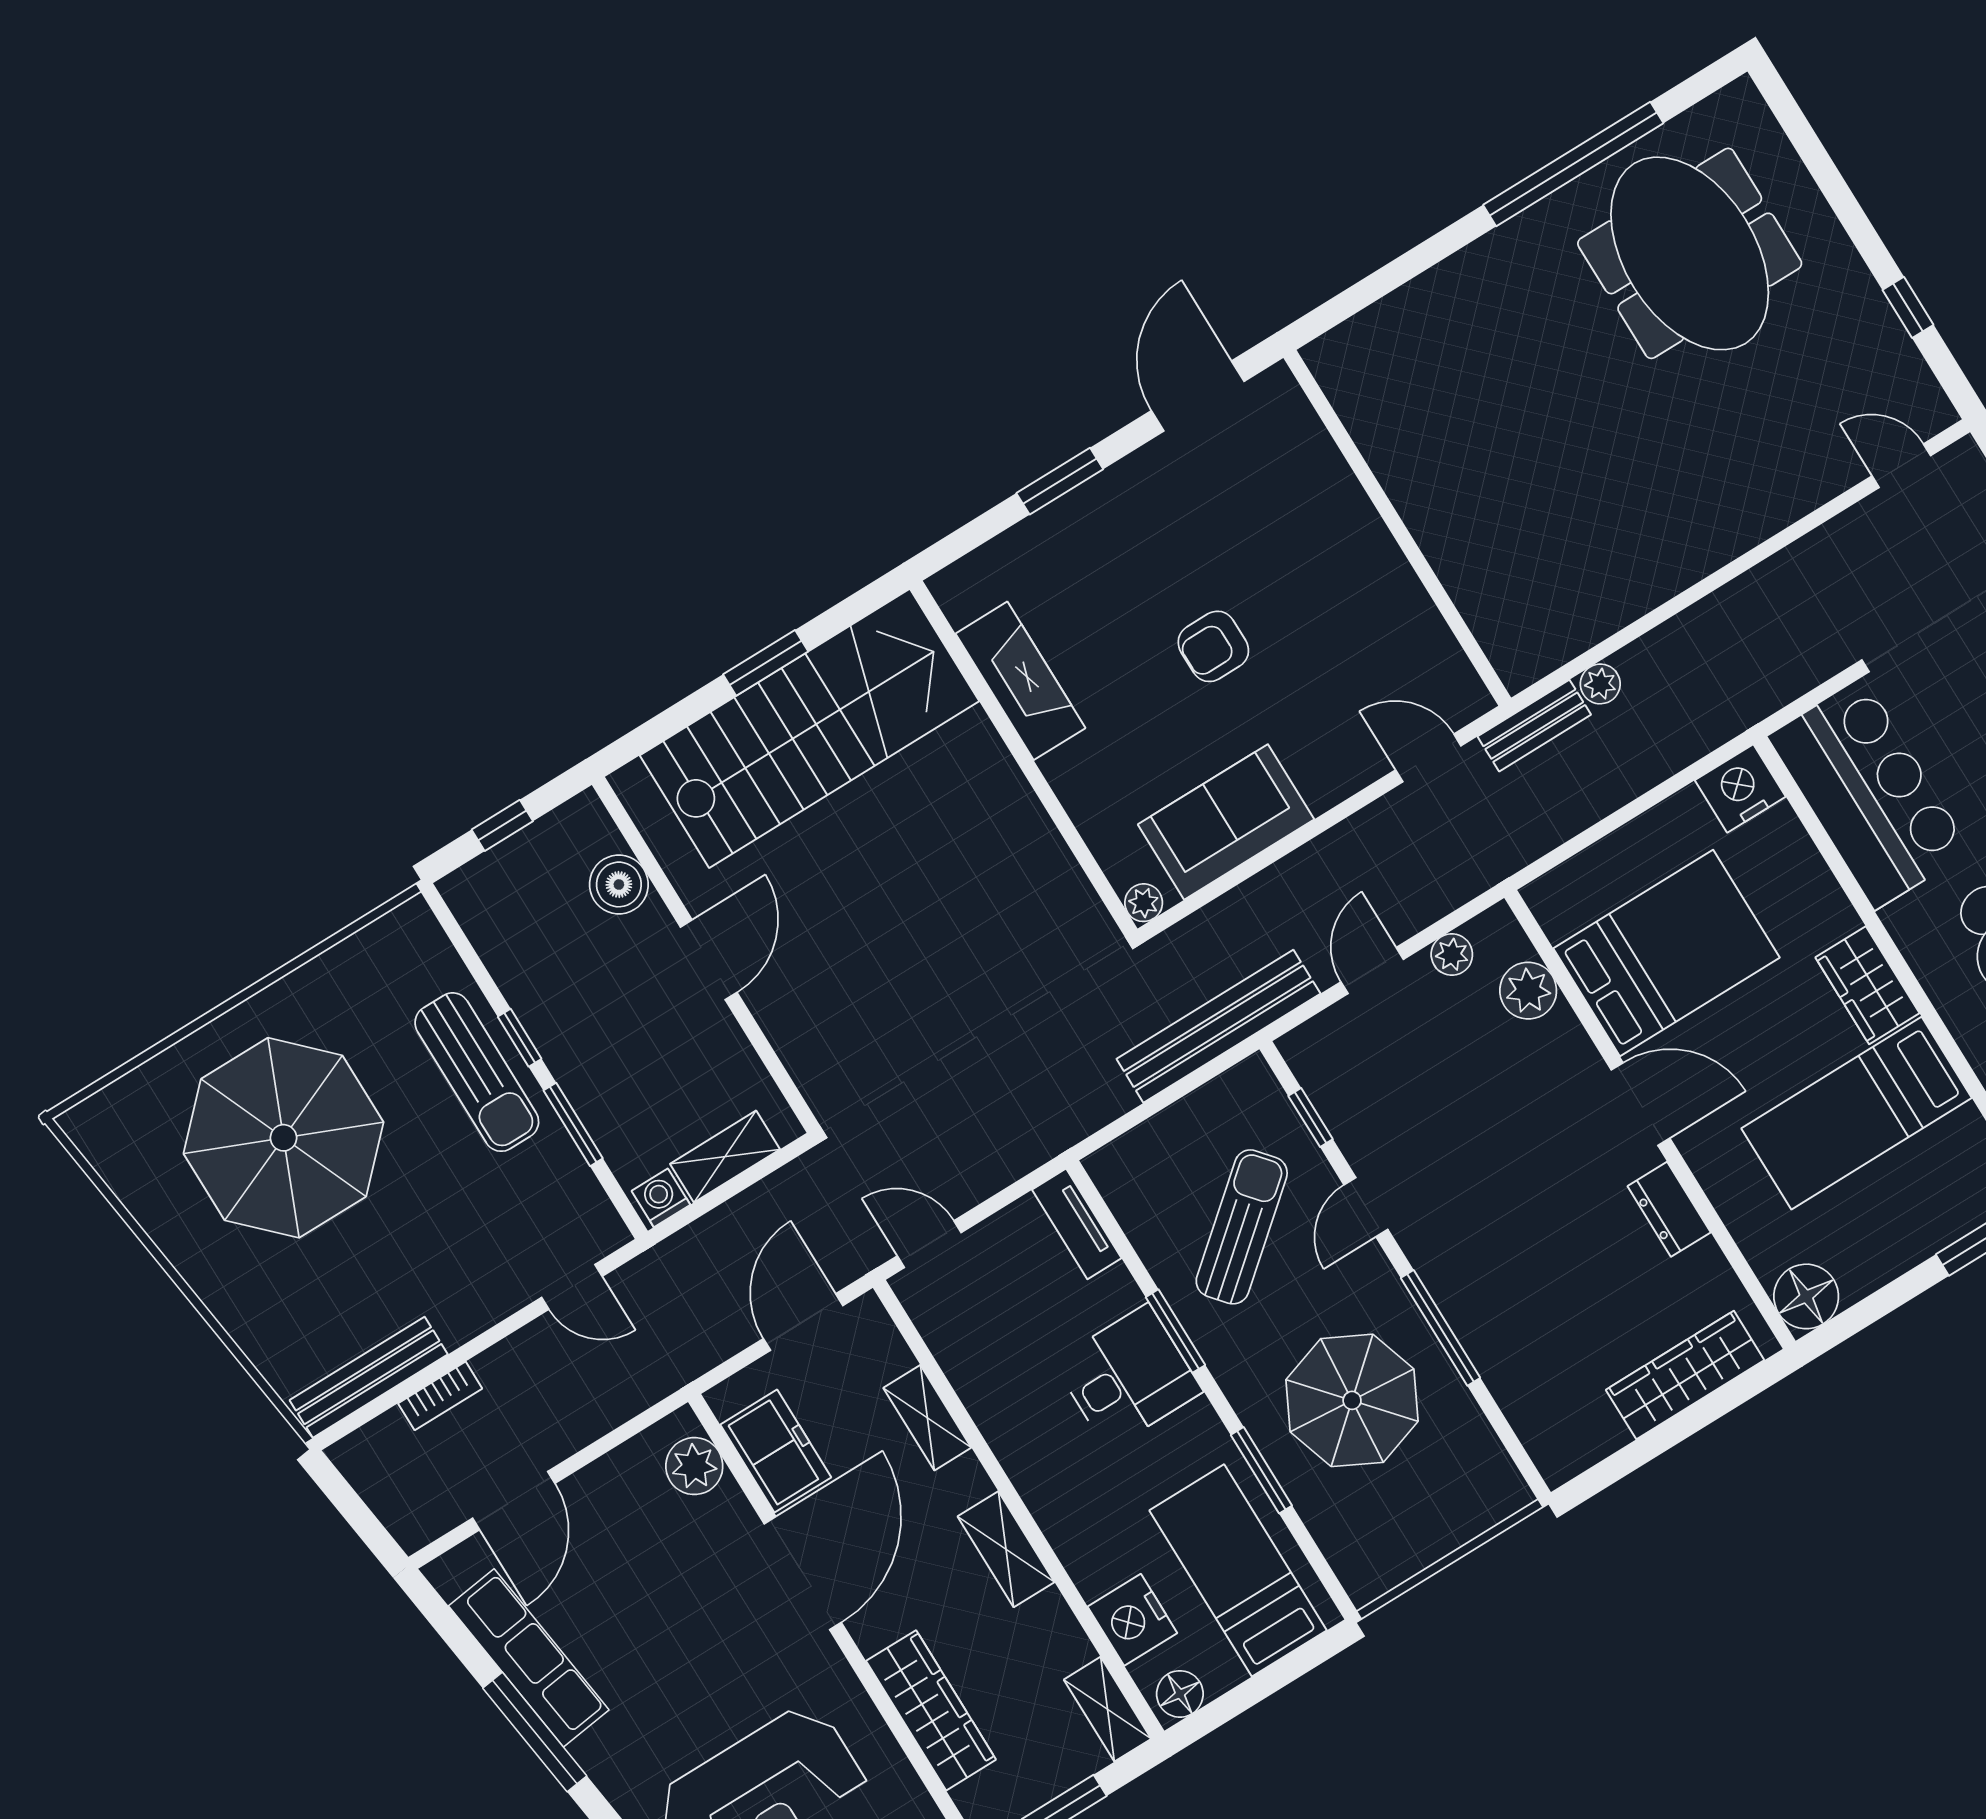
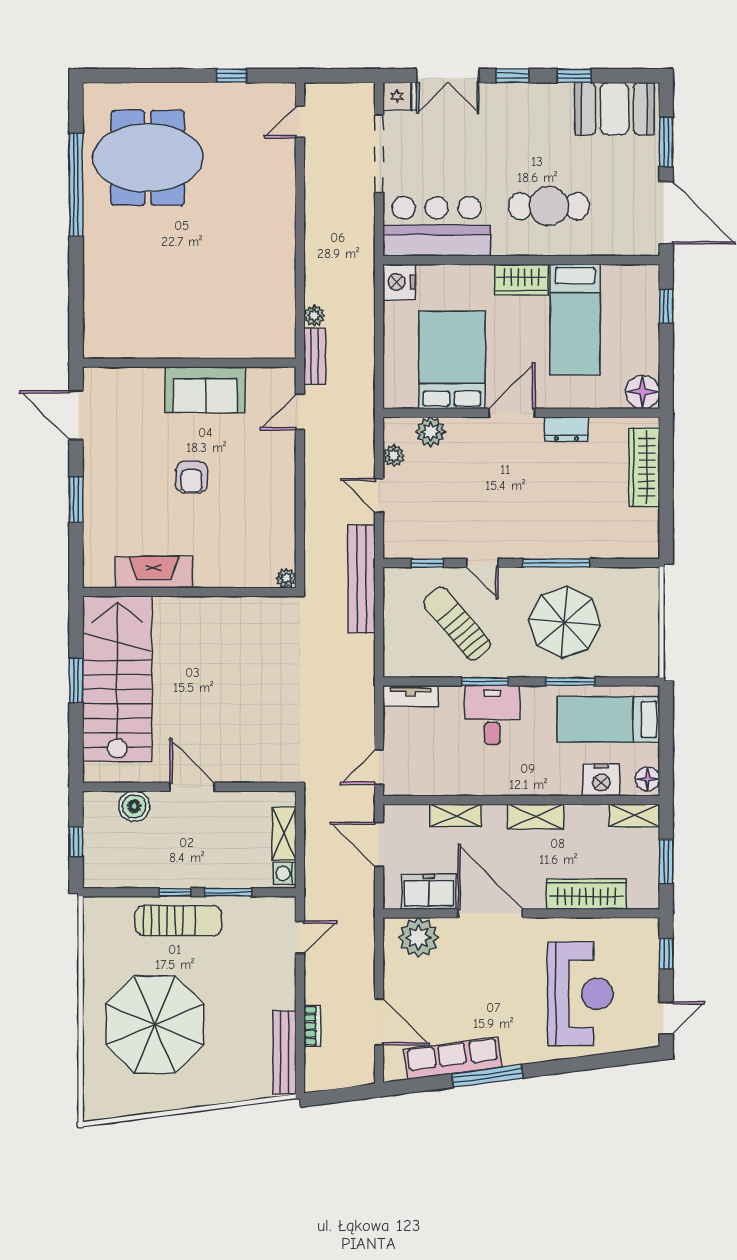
sofa: (1226, 822) -> (205, 390), moved, turned -90
plant: (694, 1466) -> (418, 938), width x1.36, depth x1.36

